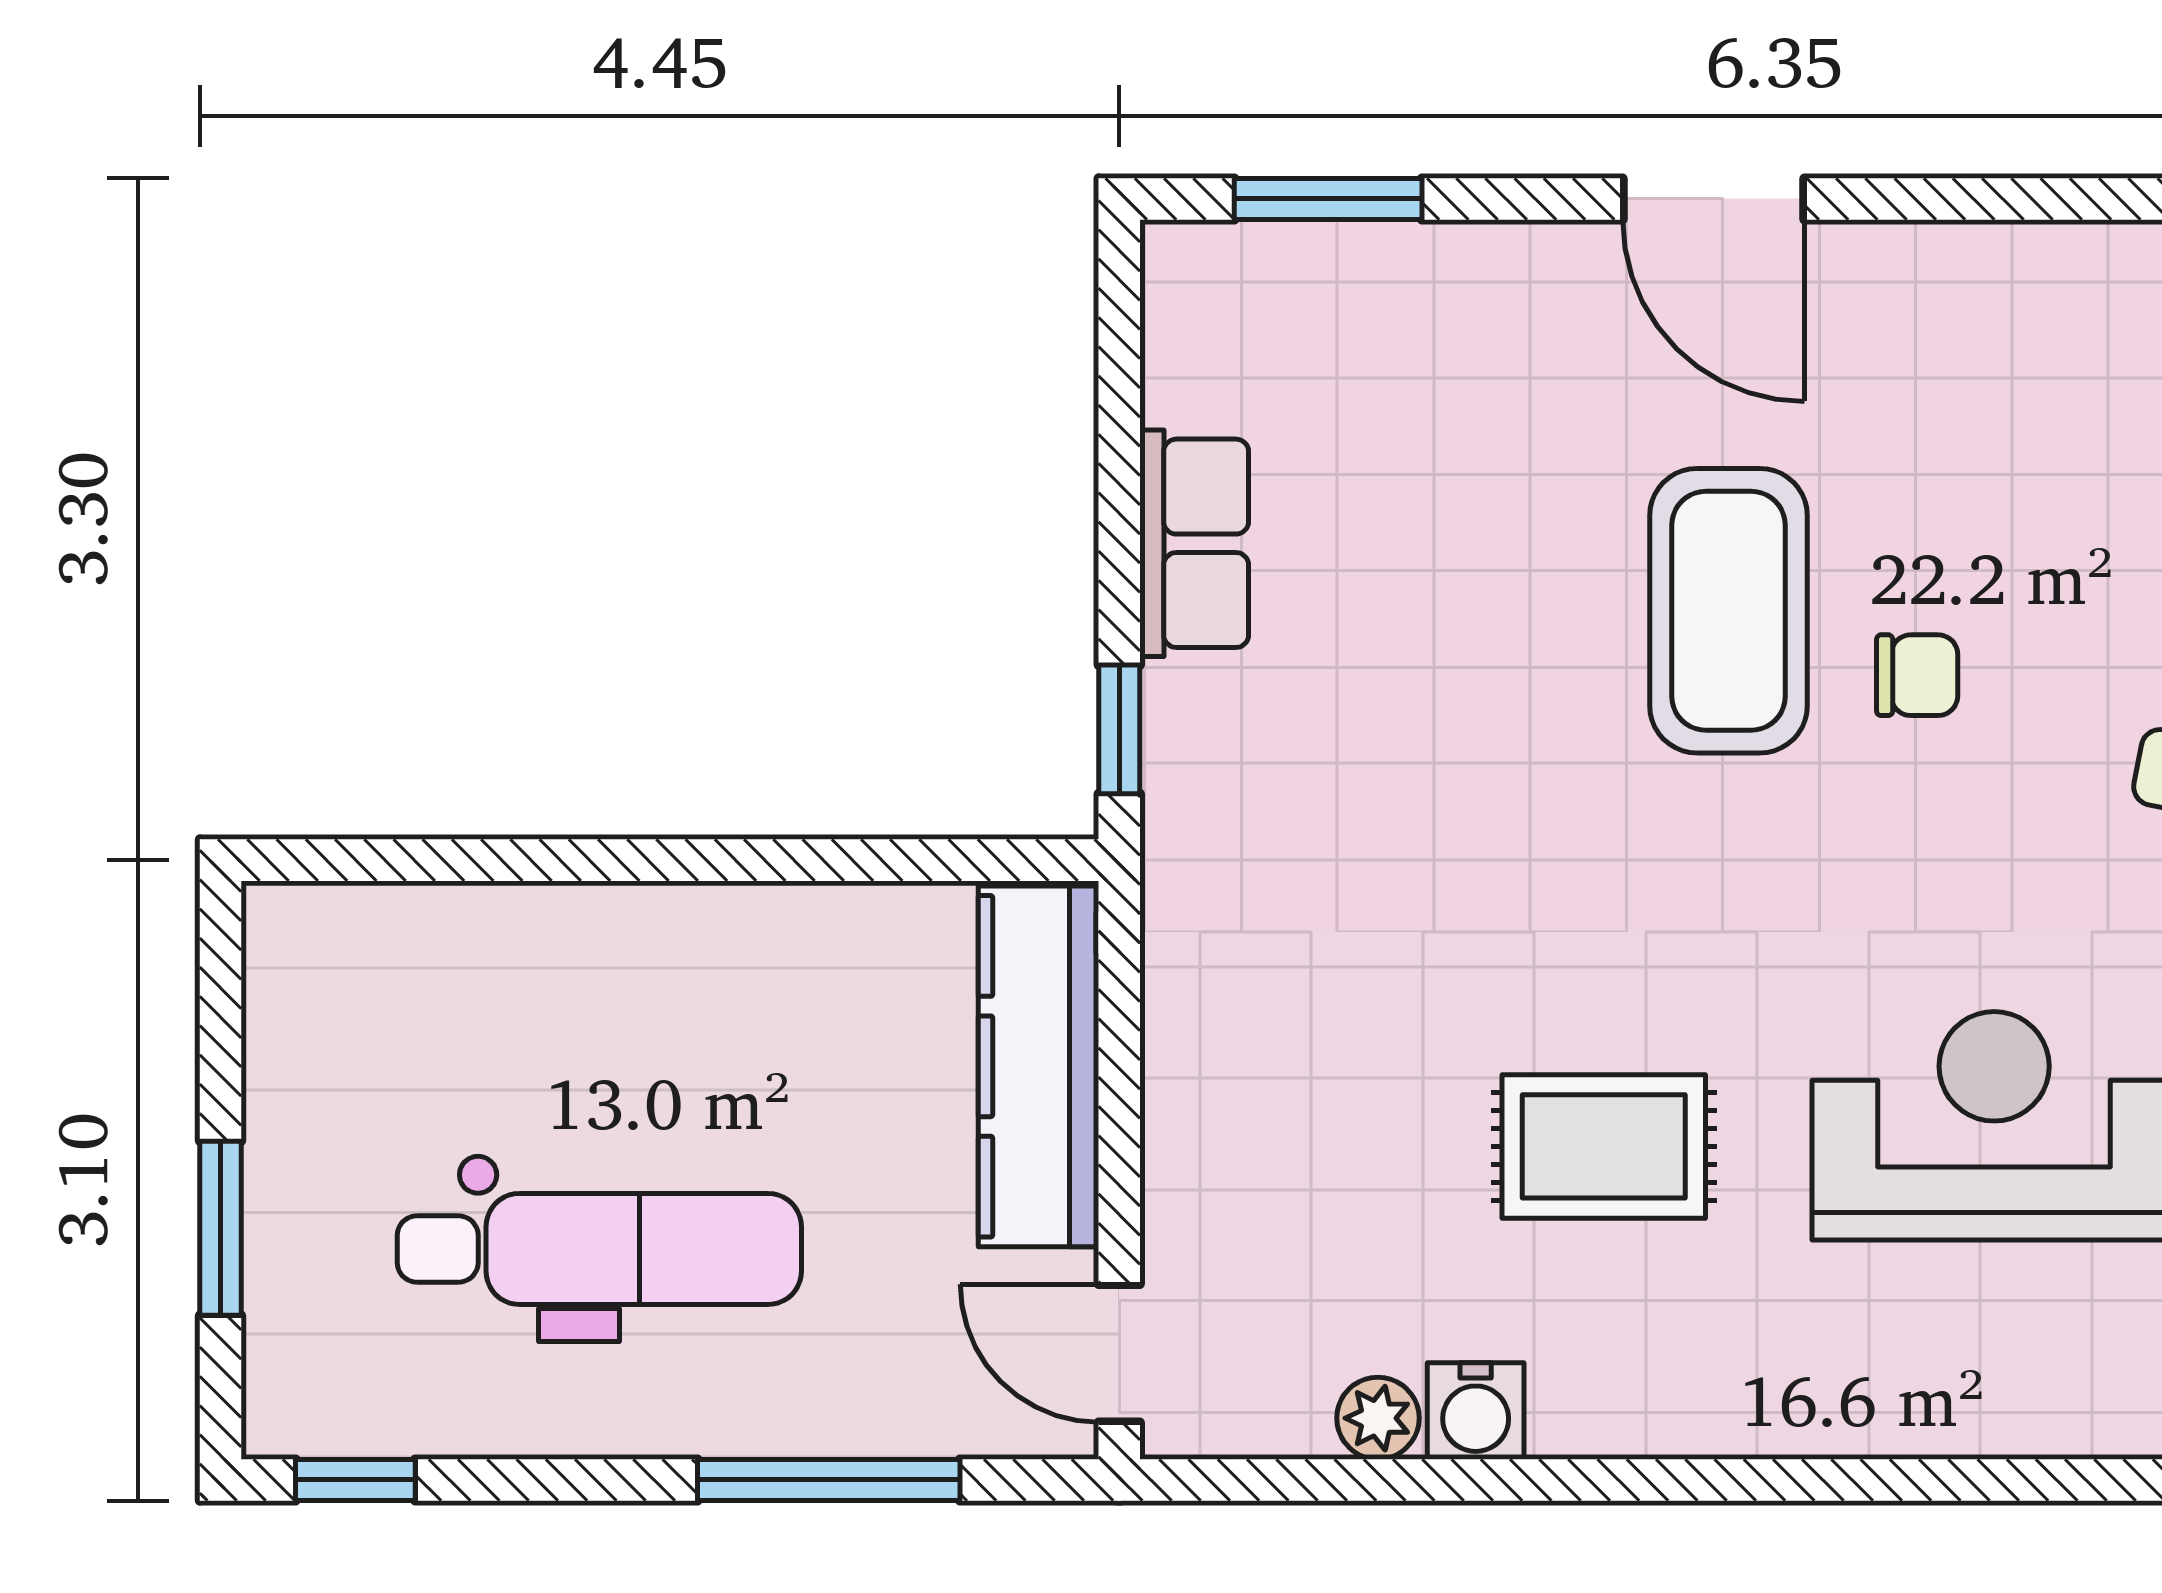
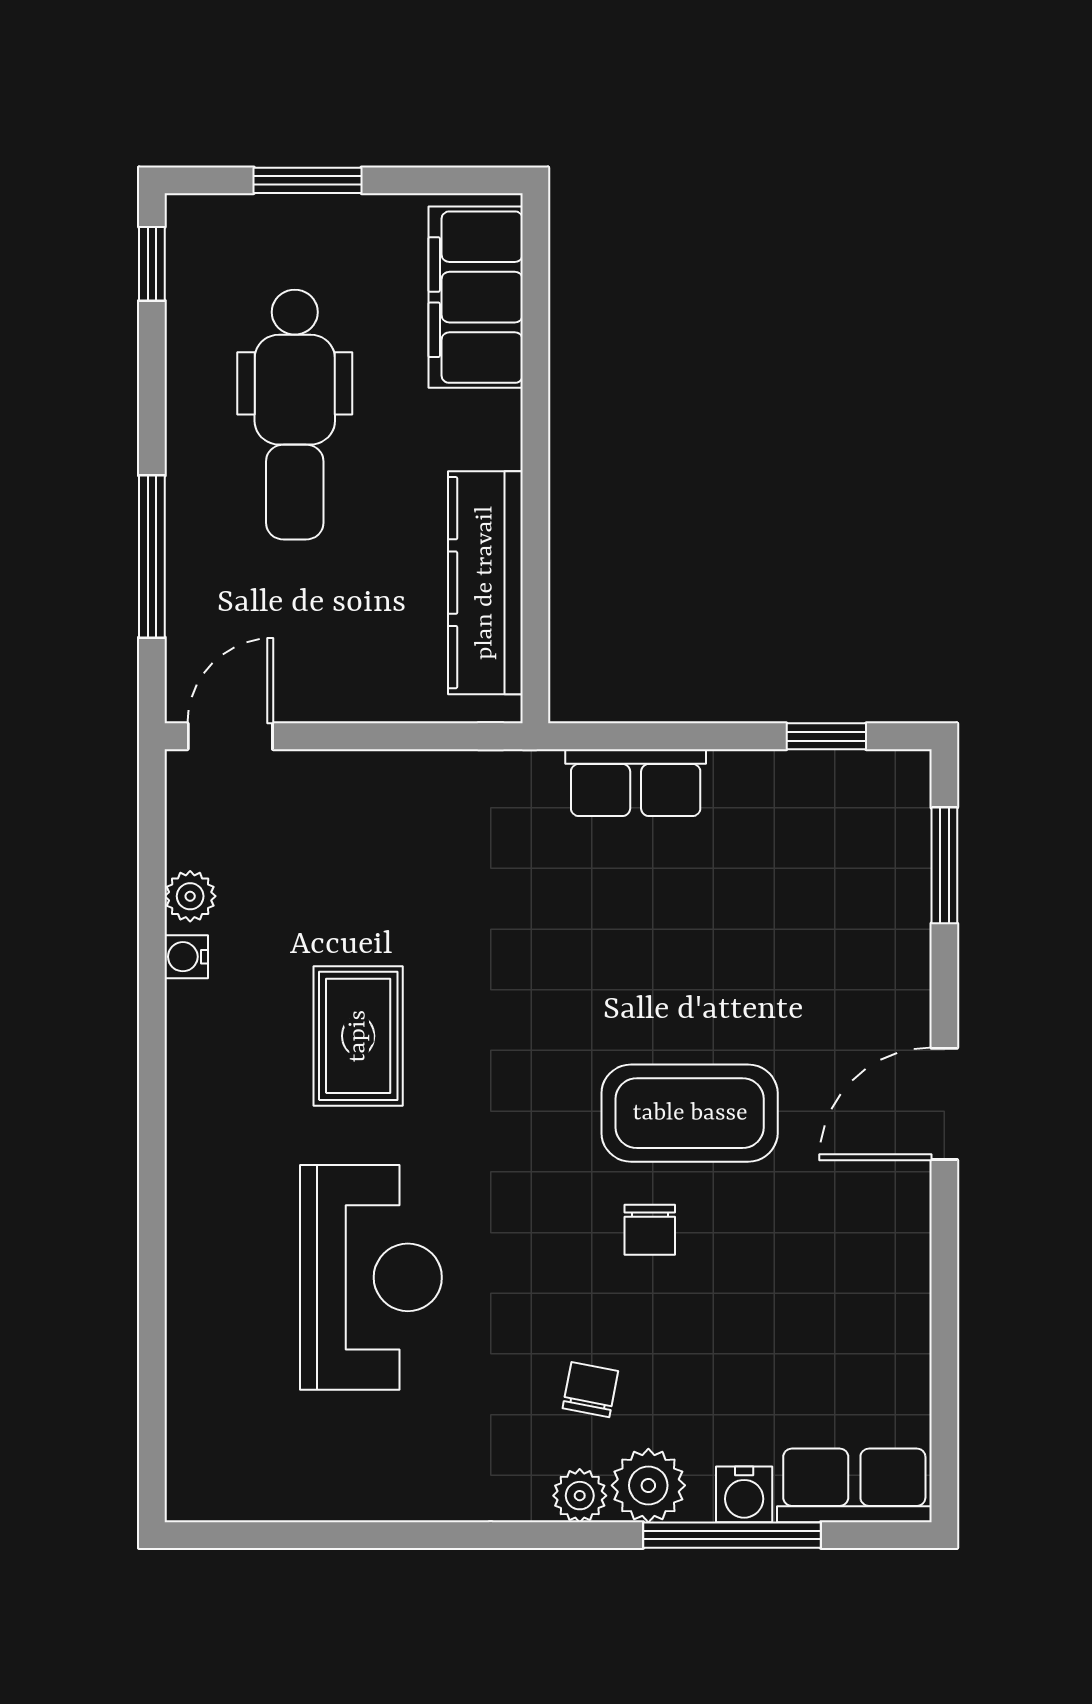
row of seats: (1194, 543) -> (636, 783), moved
window: (1119, 729) -> (826, 736), moved
filing cabinet: (409, 957) -> (476, 297), added
kitchen counter: (1038, 1066) -> (485, 583), moved, turned -90
water cooler: (1476, 1411) -> (186, 957), width x0.72, depth x0.72

